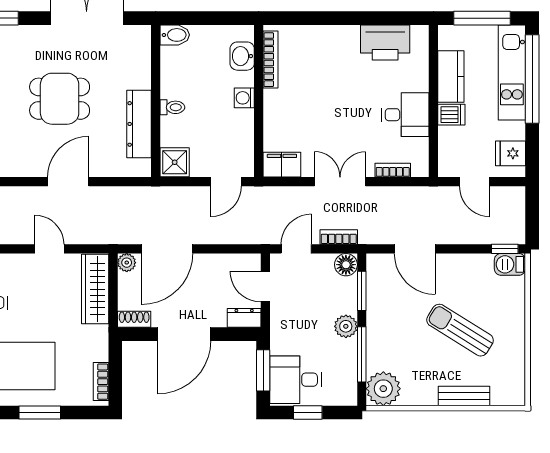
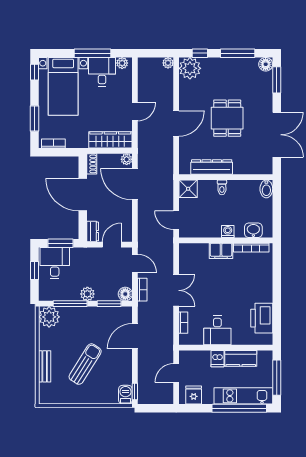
filing cabinet: (282, 165) -> (221, 251), moved, turned 90
door: (68, 182) -> (176, 123), hinge flipped
window: (40, 413) -> (34, 119), moved

